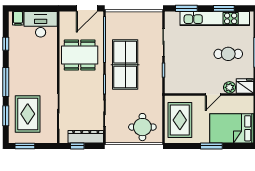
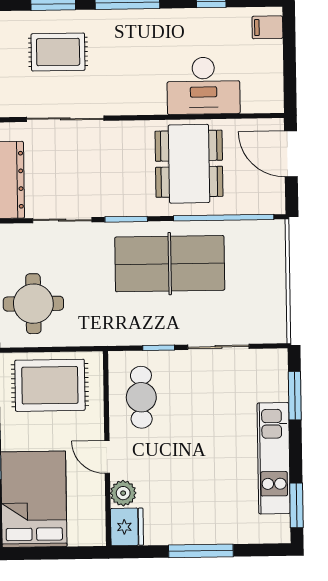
door: (87, 8) -> (291, 154), moved
window: (224, 8) -> (296, 505), moved
kitchen unit: (215, 18) -> (274, 458), width x0.73
desk: (41, 24) -> (203, 86), moved, turned 90
cafe table: (228, 54) -> (141, 397), moved
rug: (28, 114) -> (58, 52), width x0.73, depth x0.70

